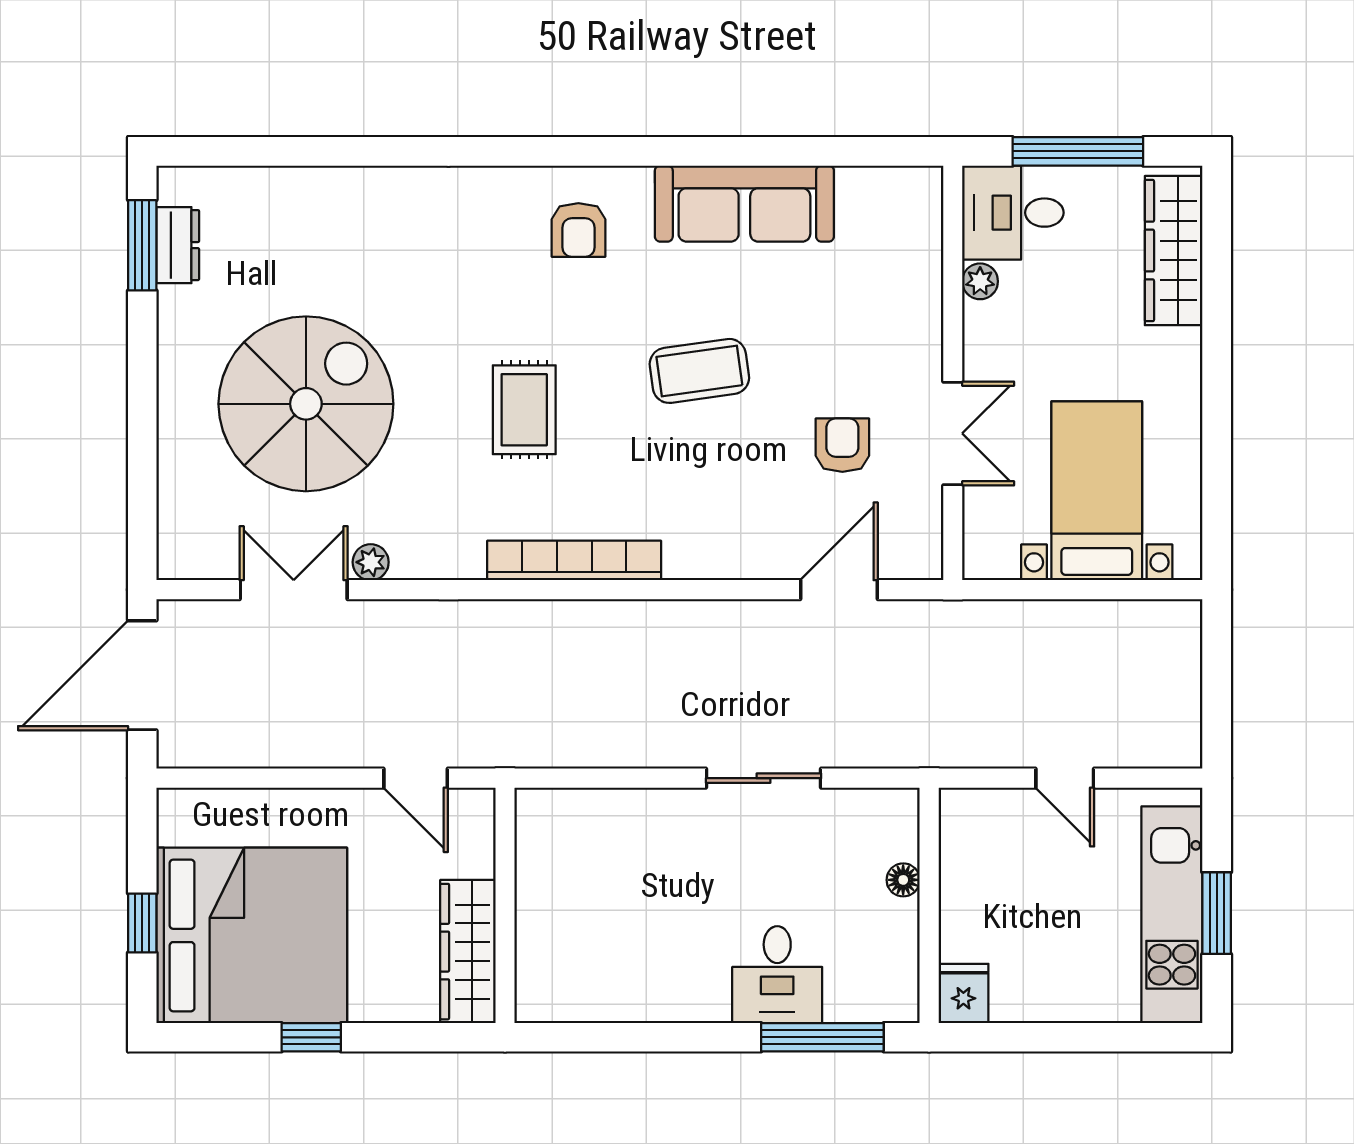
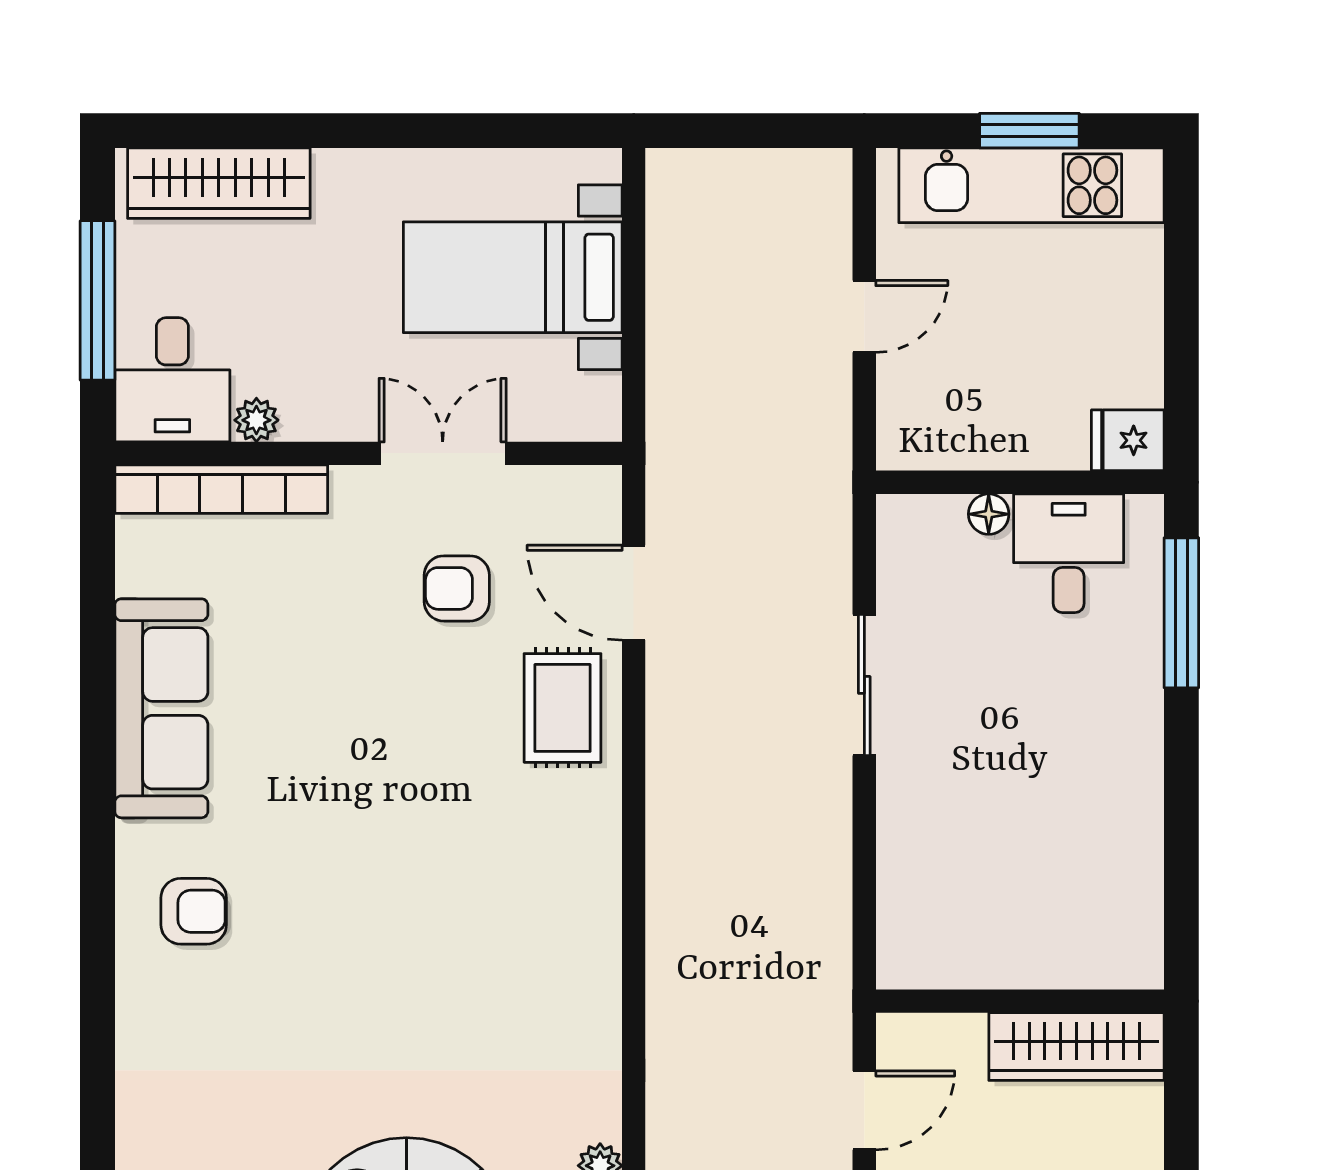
coffee table: (699, 371) -> (366, 763), removed
rug: (524, 410) -> (563, 708), moved, turned 90
bookcase: (574, 560) -> (221, 489), moved, turned -90
desk: (777, 975) -> (1069, 553), moved, turned -90

